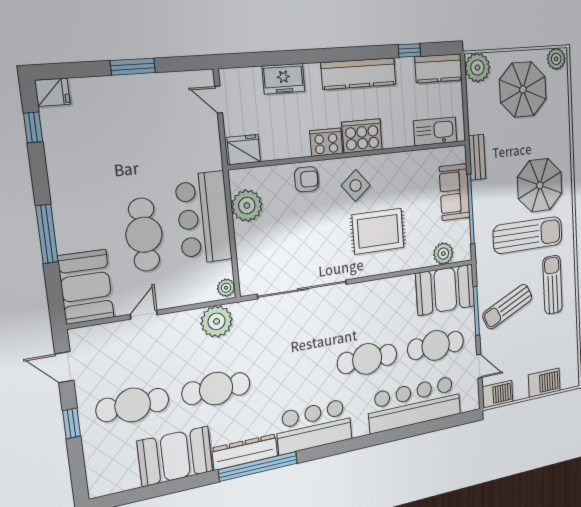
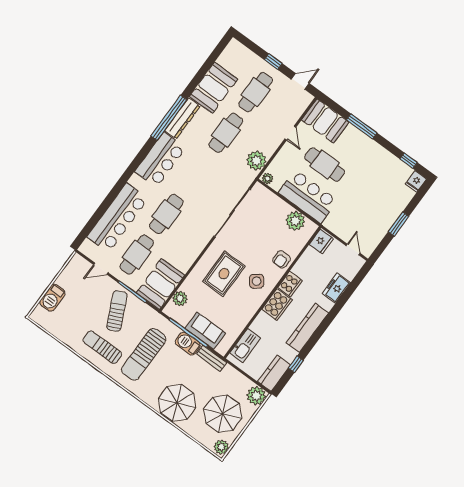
door: (219, 100) -> (353, 249), hinge flipped
parasol: (540, 185) -> (177, 403), moved
sun lounger: (553, 285) -> (102, 347), turned 180
barbecue: (498, 394) -> (188, 344), moved, turned 90

